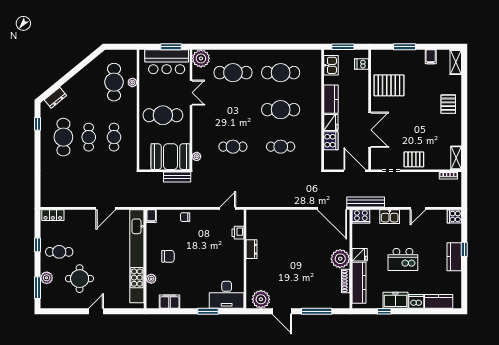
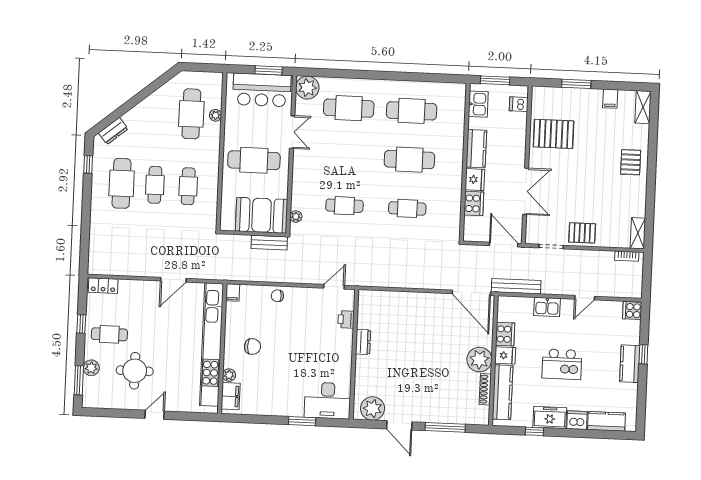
cooker: (361, 216) -> (505, 334), moved, turned -90
filing cabinet: (169, 302) -> (231, 396), moved, turned 90

